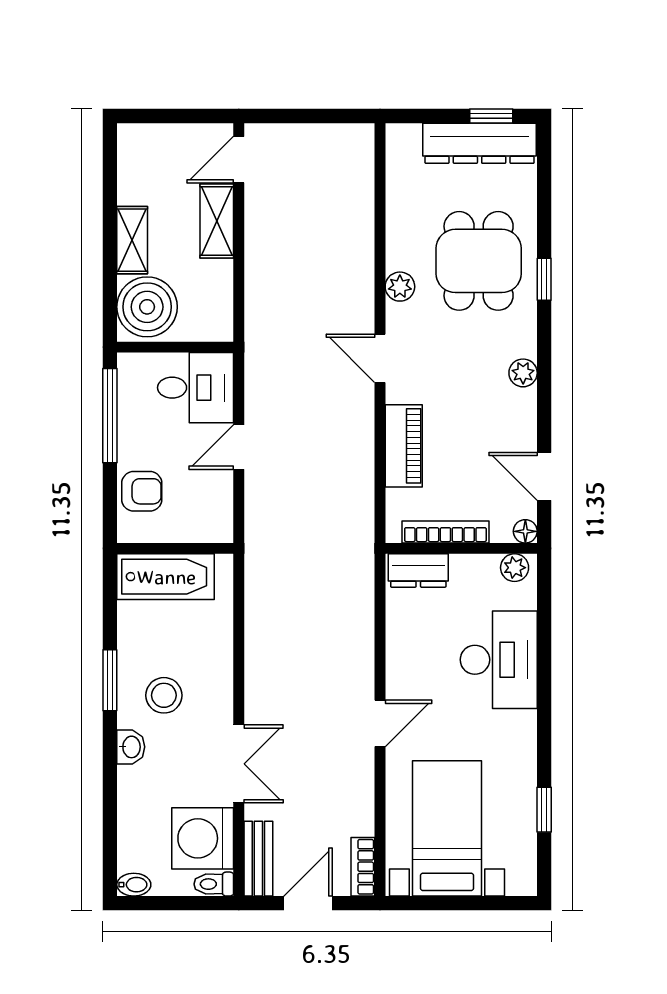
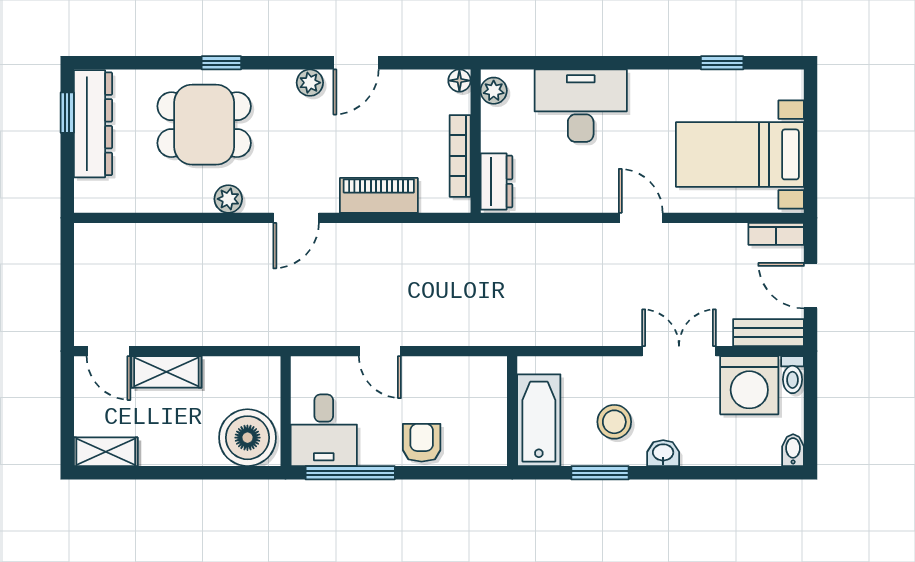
shelving: (132, 240) -> (106, 452), moved
desk: (196, 388) -> (324, 430), moved, turned 180
door: (544, 476) -> (356, 63), moved
wall: (175, 548) -> (512, 411), moved
bathtub: (166, 577) -> (539, 420), moved

